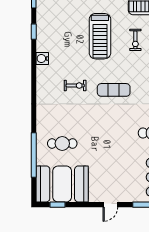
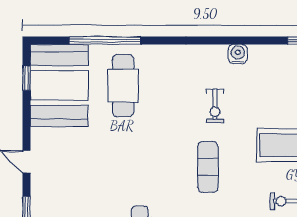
water cooler: (42, 59) -> (238, 54), moved
cafe table: (62, 143) -> (123, 86), width x1.37, depth x1.35

